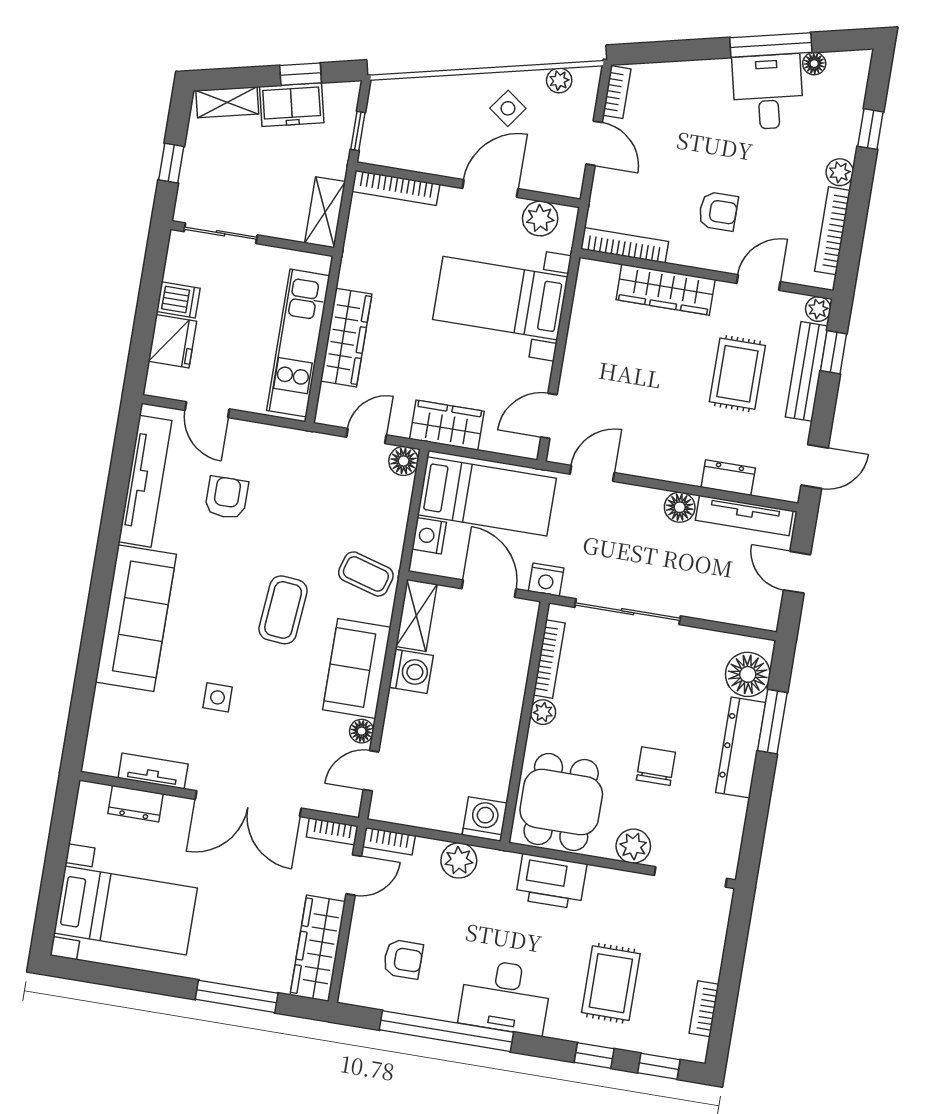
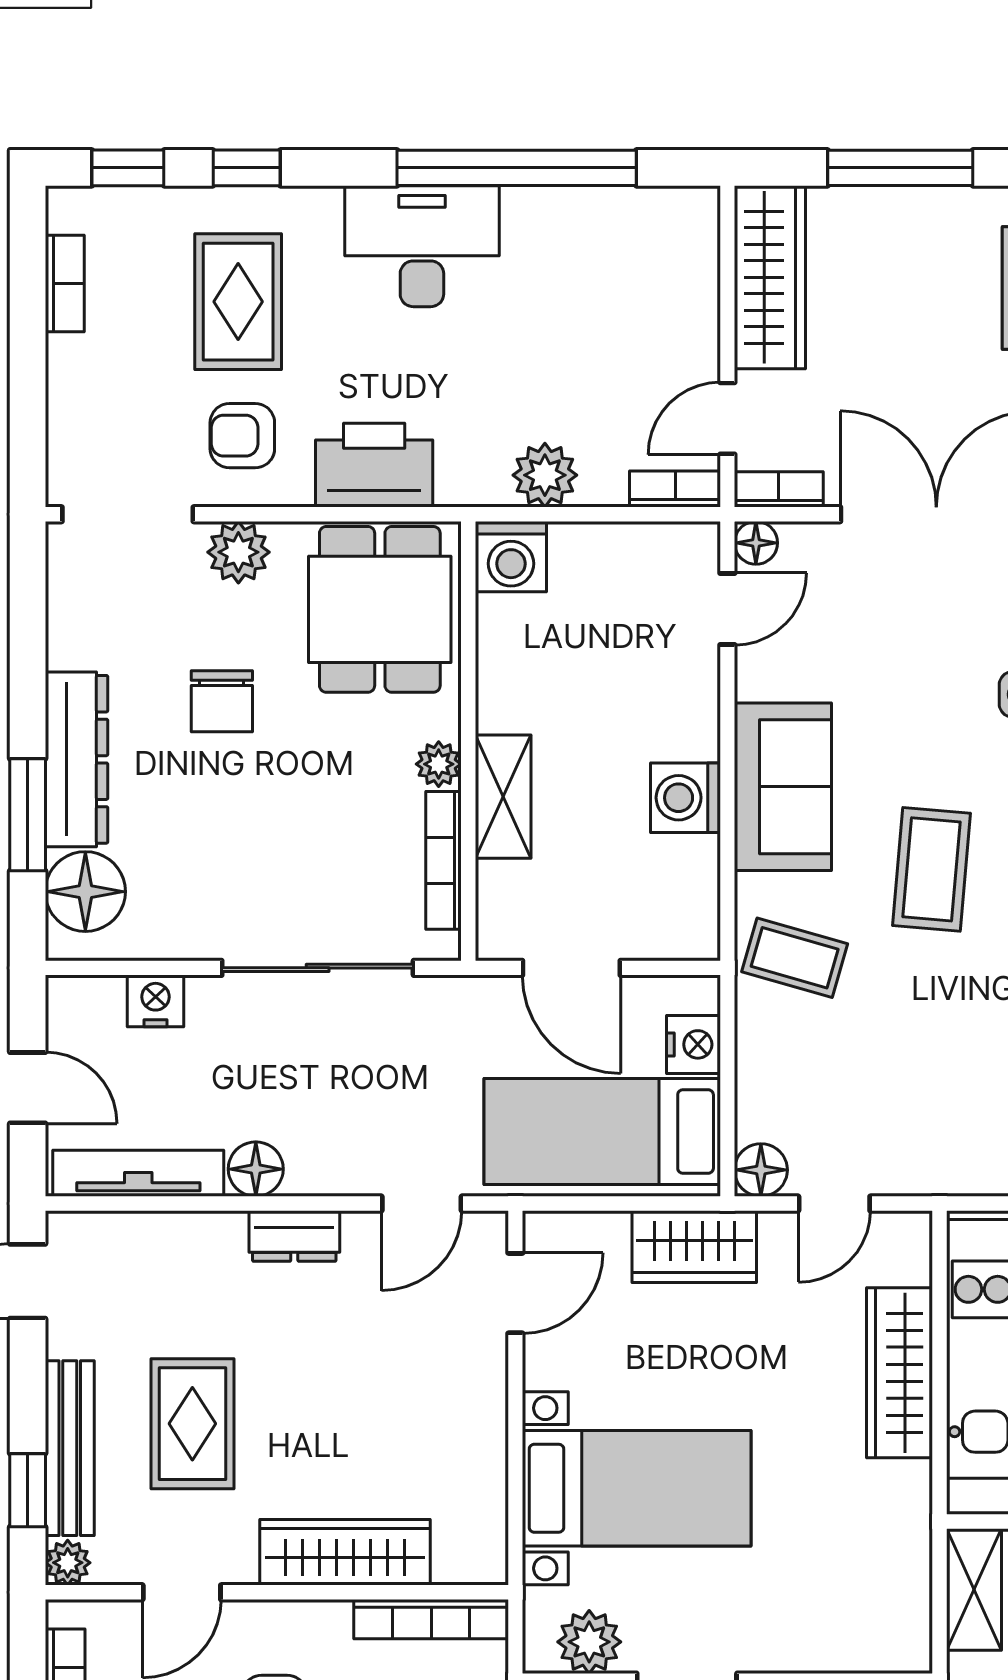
bookcase: (396, 188) -> (855, 1654), removed
dresser: (728, 478) -> (294, 1236), moved
nightstand: (546, 580) -> (155, 1001), moved
shelving: (416, 615) -> (503, 797), moved
floor lamp: (362, 731) -> (756, 543), moved
armchair: (403, 959) -> (242, 436), moved

